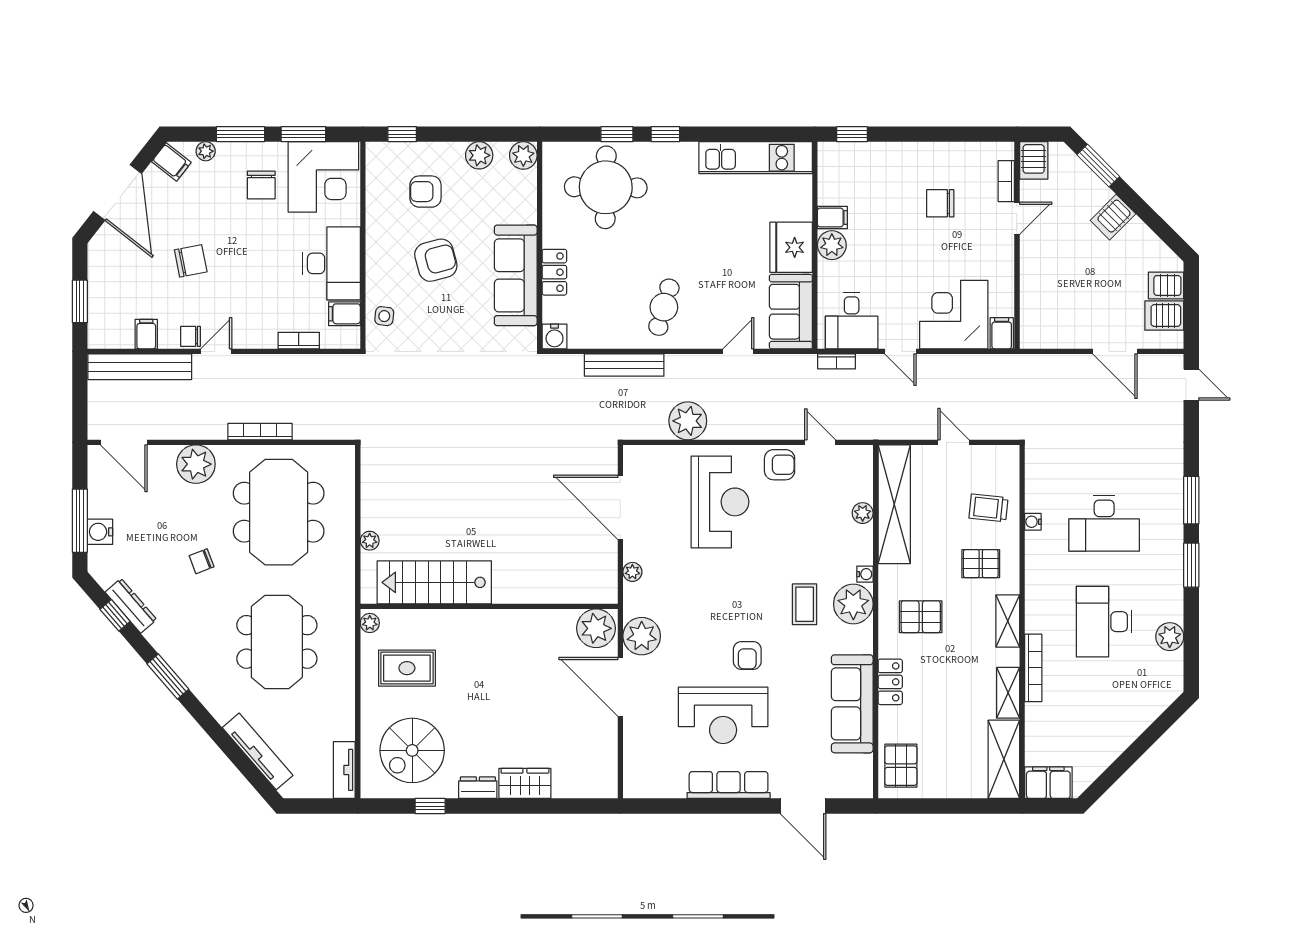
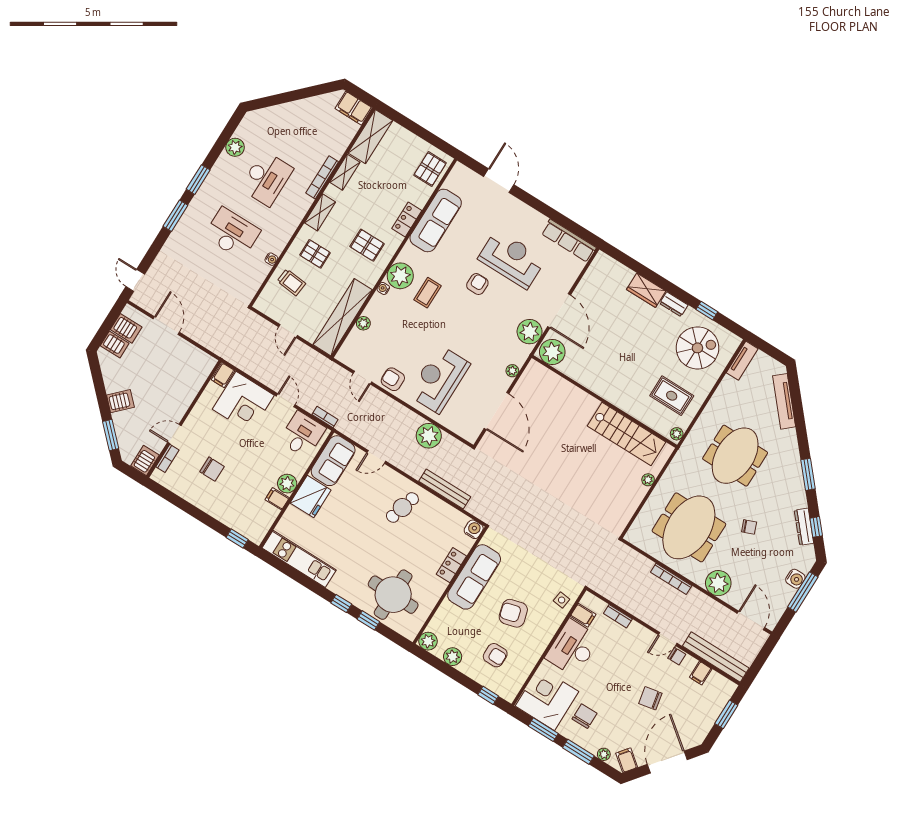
row of seats: (729, 785) -> (569, 241), moved

